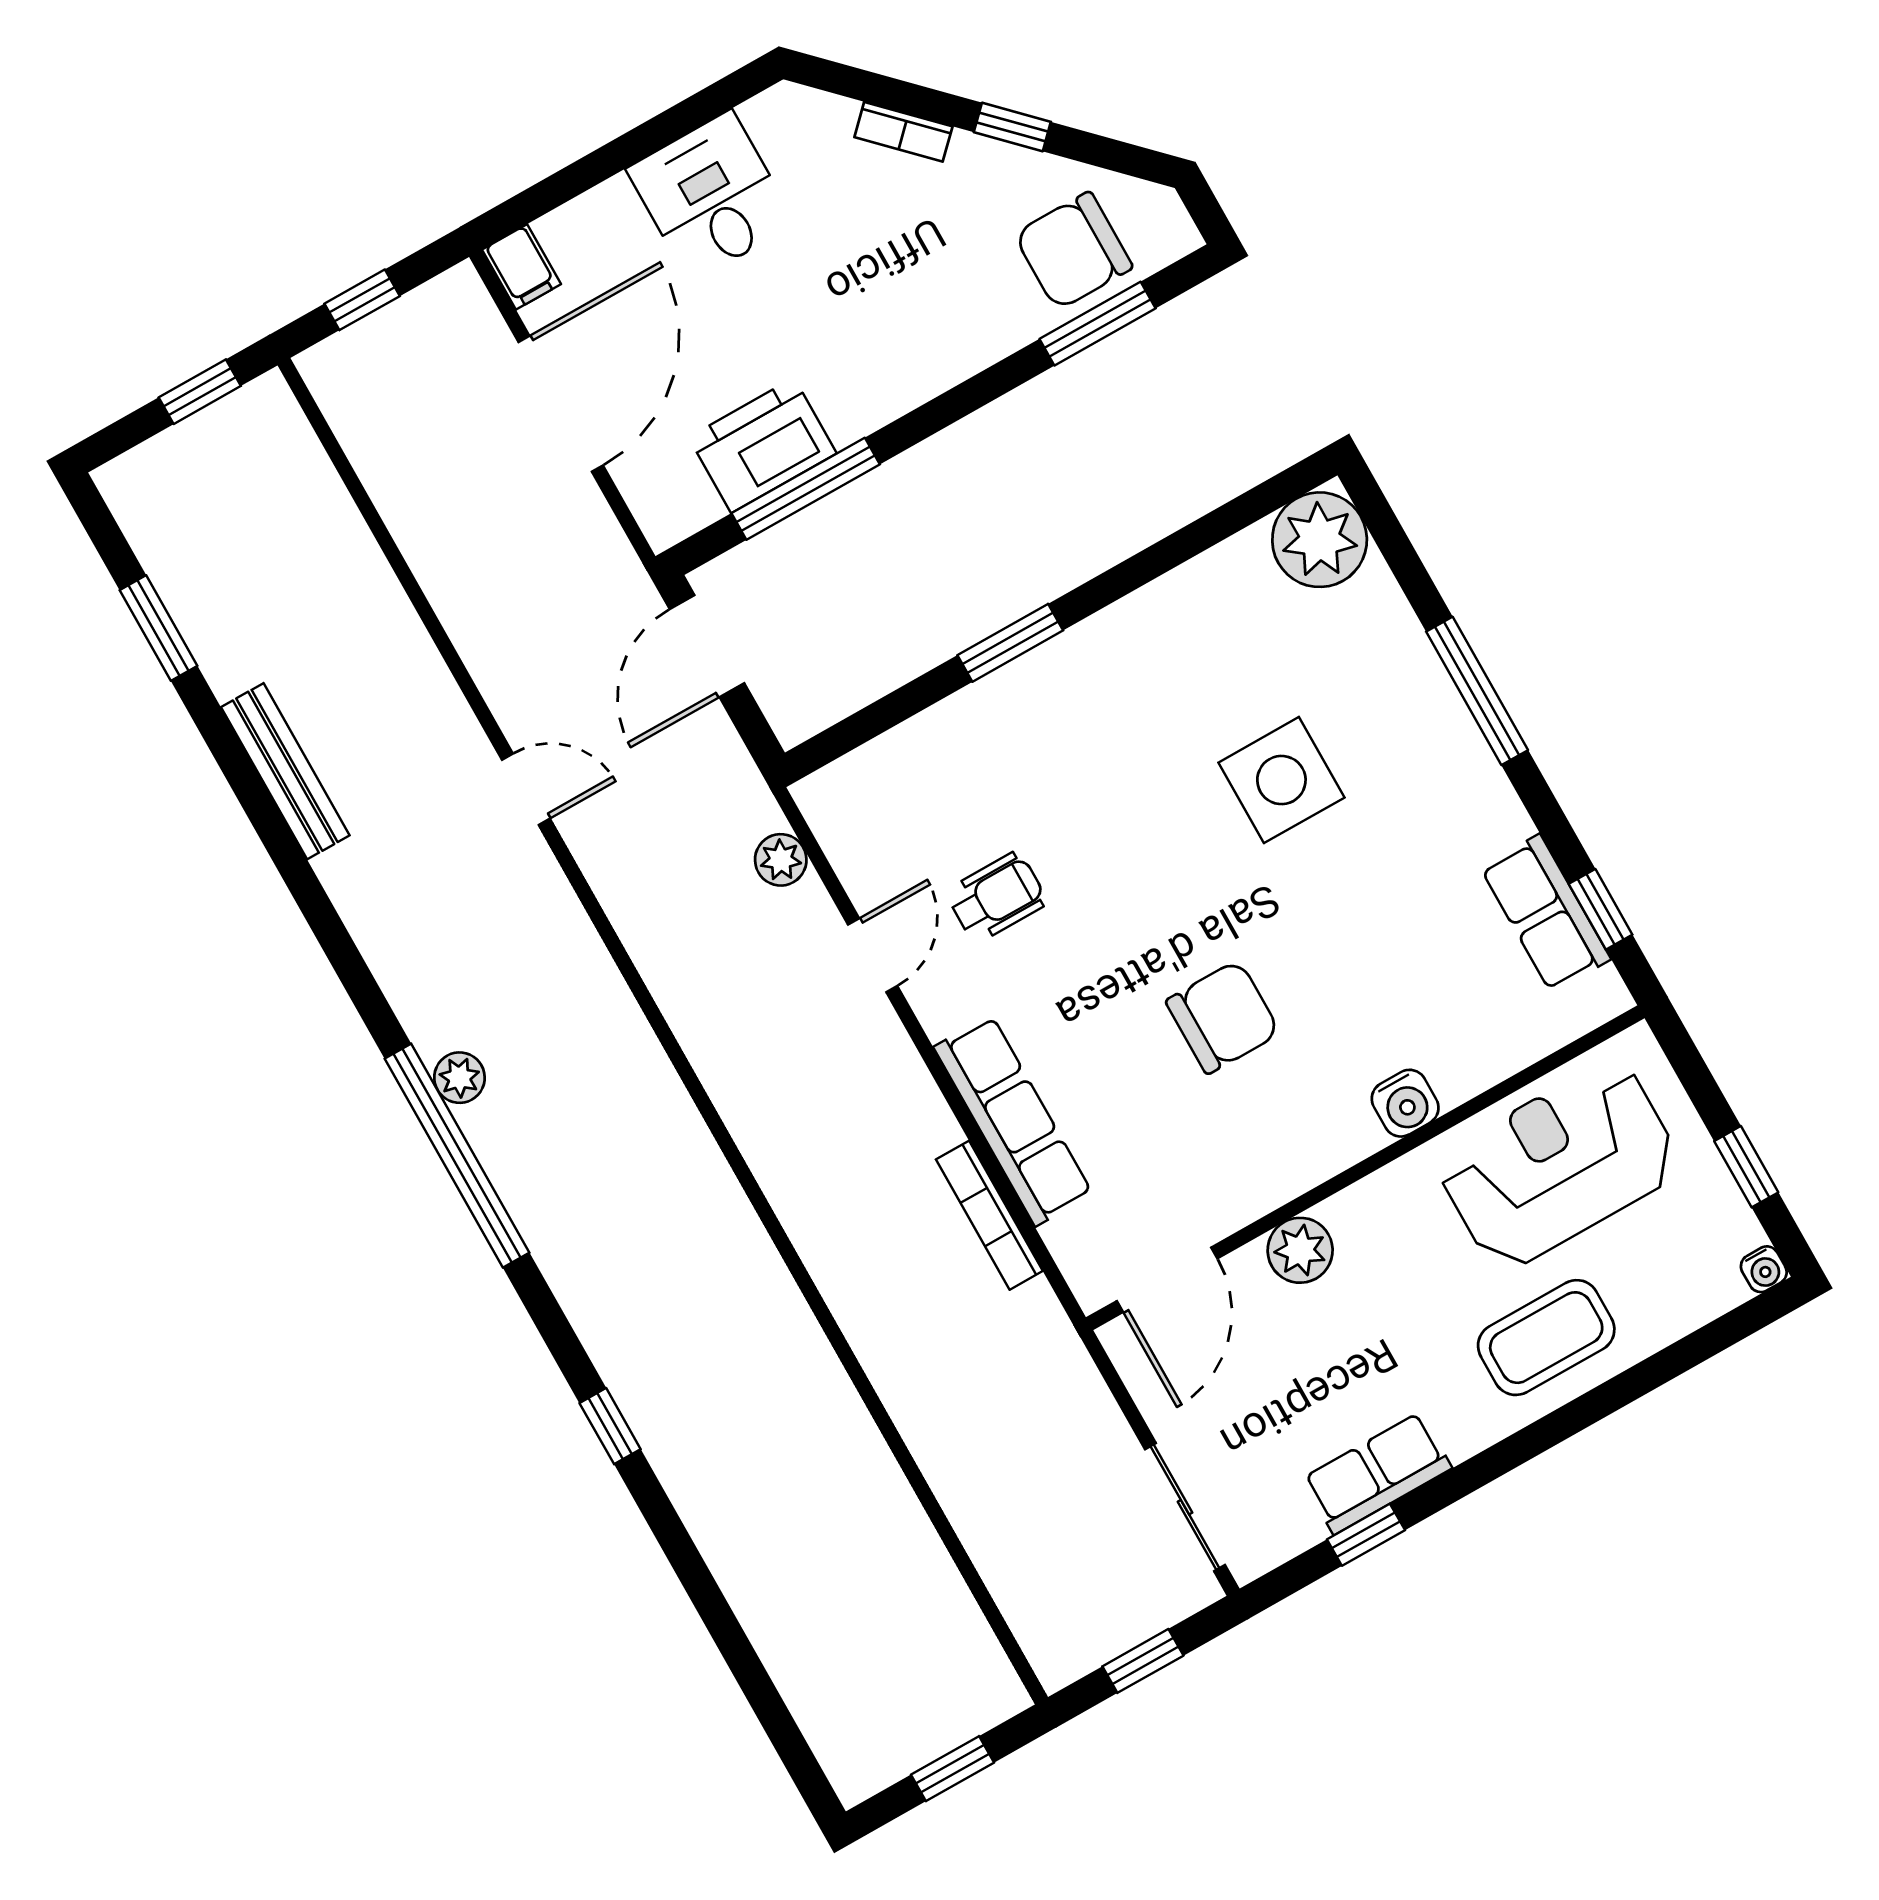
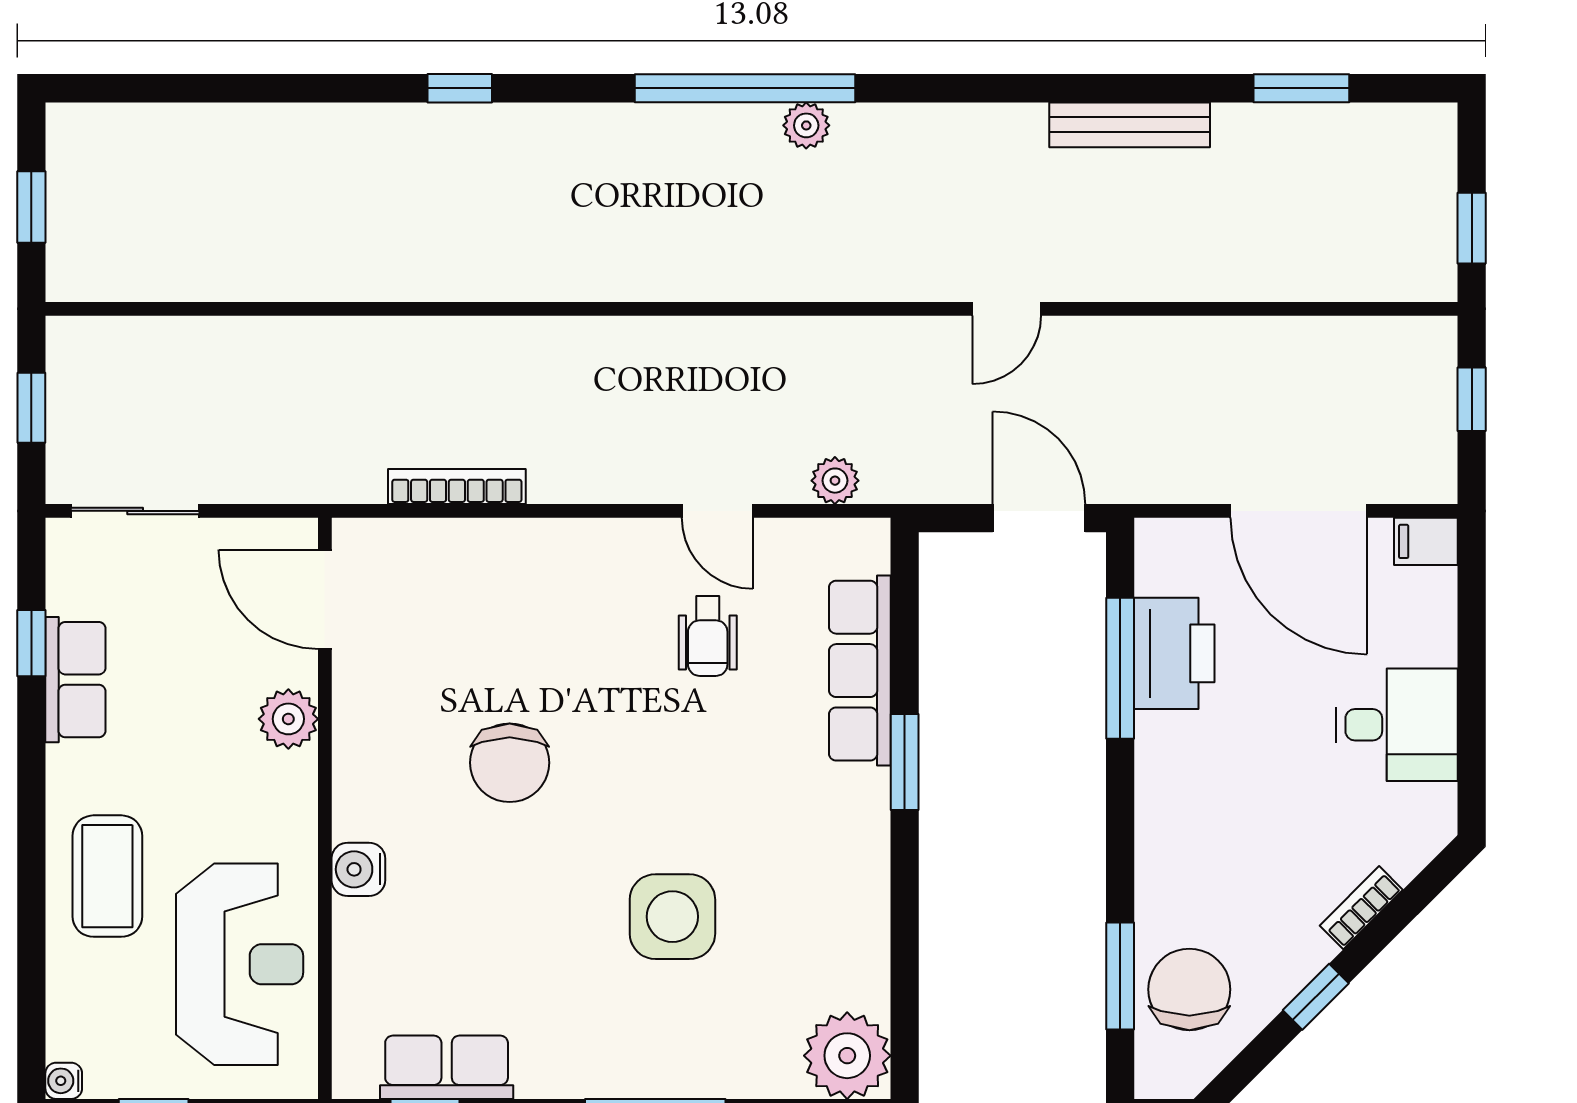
row of seats: (1013, 1121) -> (860, 671), moved, turned 90

